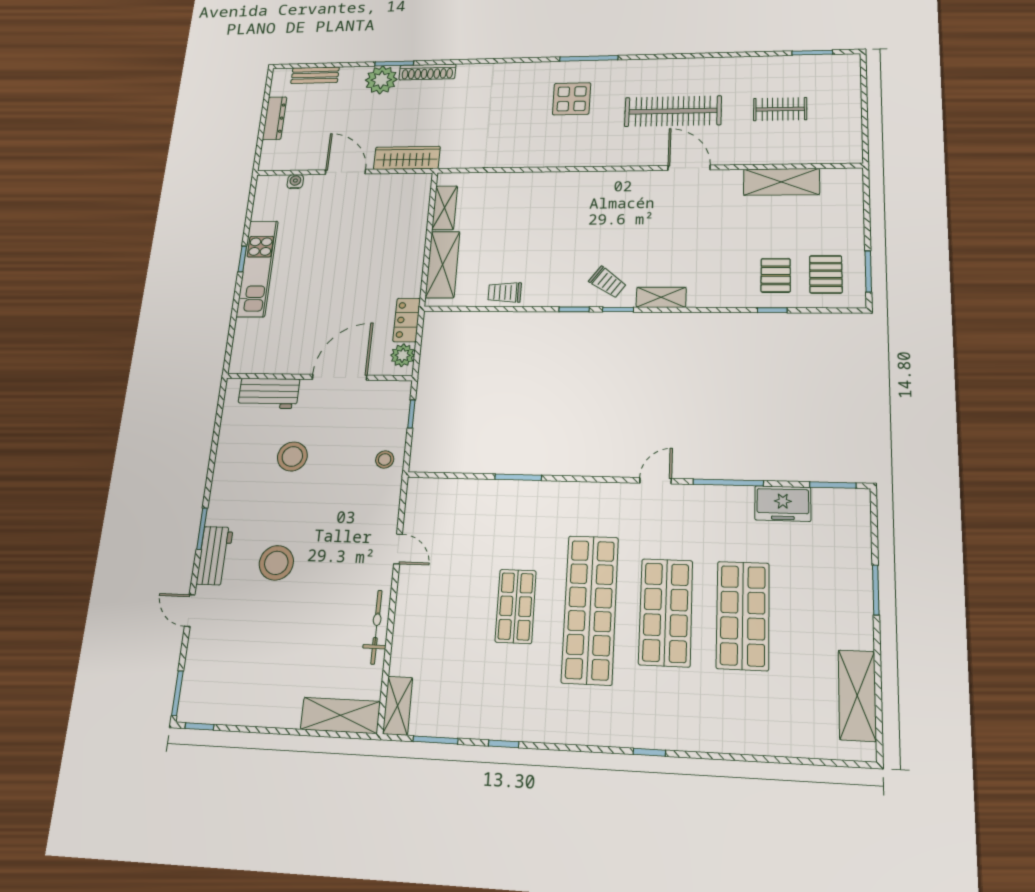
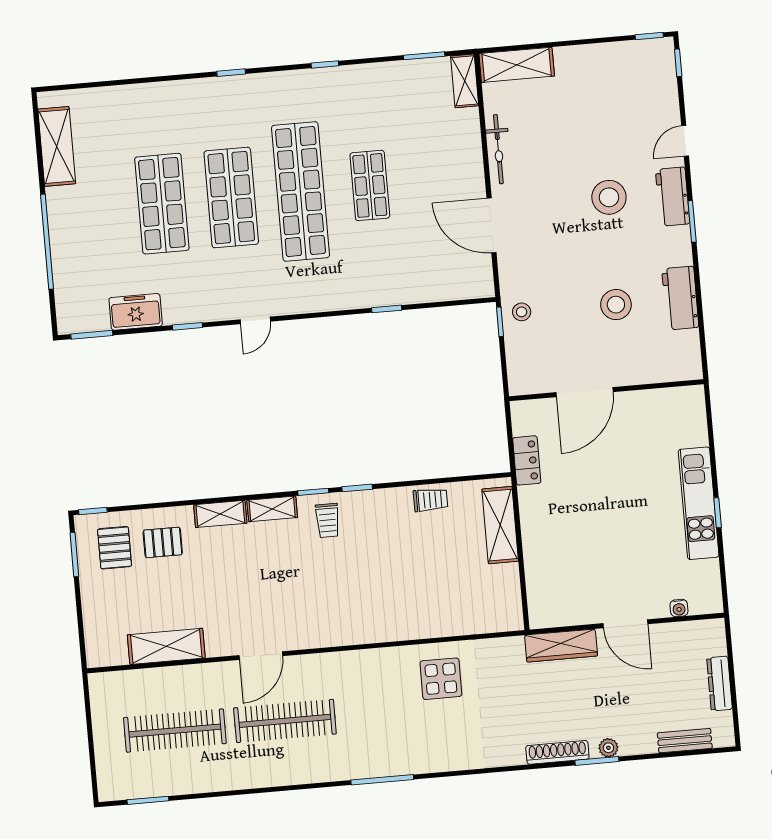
plant: (381, 80) -> (608, 748), width x0.53, depth x0.53
display table: (572, 99) -> (441, 679), moved
clothes rail: (780, 109) -> (175, 731), width x1.86, depth x1.31
door: (689, 168) -> (261, 656), hinge flipped
shelving: (445, 208) -> (220, 514), moved, turned 90
pallet: (776, 275) -> (163, 542), turned 90
trolley: (608, 282) -> (328, 520), turned -126
window: (772, 310) -> (93, 511), moved
plant: (403, 355) -> (524, 422), removed
workbench: (269, 393) -> (680, 298), moved, turned -90
window: (411, 414) -> (500, 322), moved
window: (518, 477) -> (387, 309), width x0.67
window: (728, 482) -> (187, 326), width x0.46
door: (398, 549) -> (492, 225), width x1.88
window: (876, 590) -> (47, 242), width x2.11
door: (190, 611) -> (685, 141), swing flipped
window: (177, 693) -> (678, 63), width x0.67
window: (504, 744) -> (325, 64), moved

